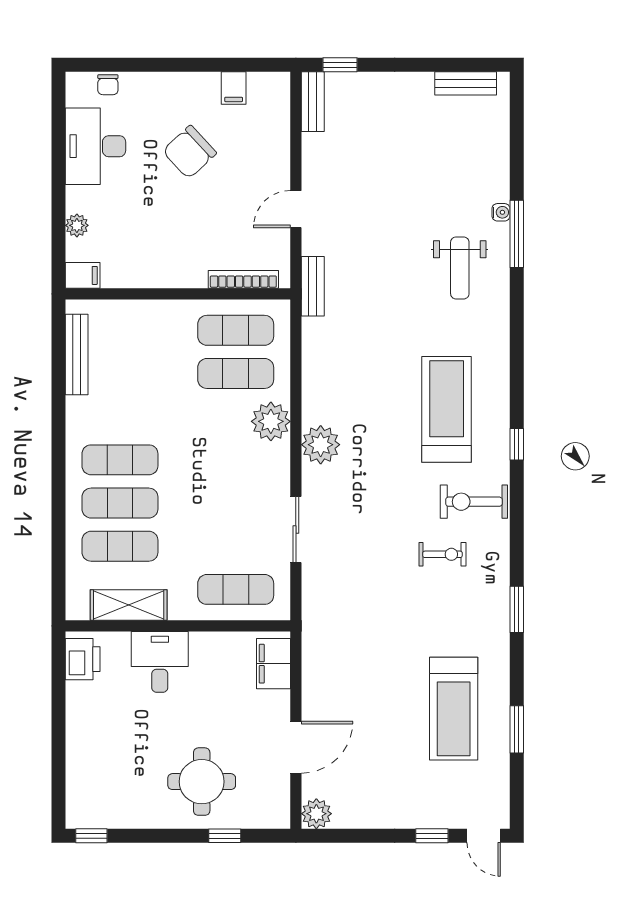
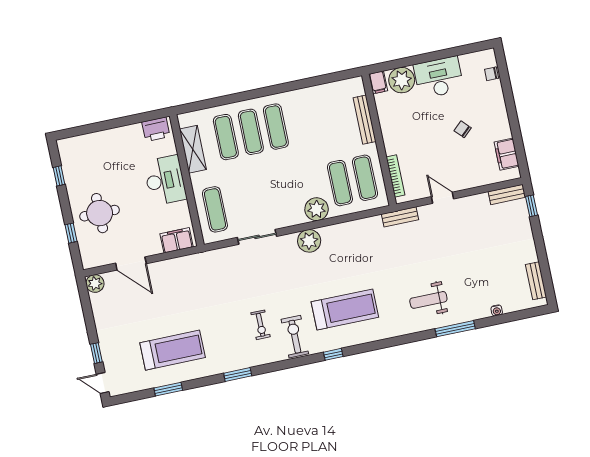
filing cabinet: (234, 88) -> (507, 154), width x2.00
desk: (95, 146) -> (439, 77), moved
chair: (190, 152) -> (463, 129), width x0.54, depth x0.54
water cooler: (501, 212) -> (497, 310), moved
plant: (77, 225) -> (402, 80), width x1.87, depth x1.87
bench: (77, 354) -> (365, 120), moved, turned 90
desk: (160, 662) -> (165, 180), width x1.37
treadmill: (454, 709) -> (173, 350), turned 180
window: (91, 836) -> (59, 176), moved
door: (484, 836) -> (103, 383), hinge flipped

